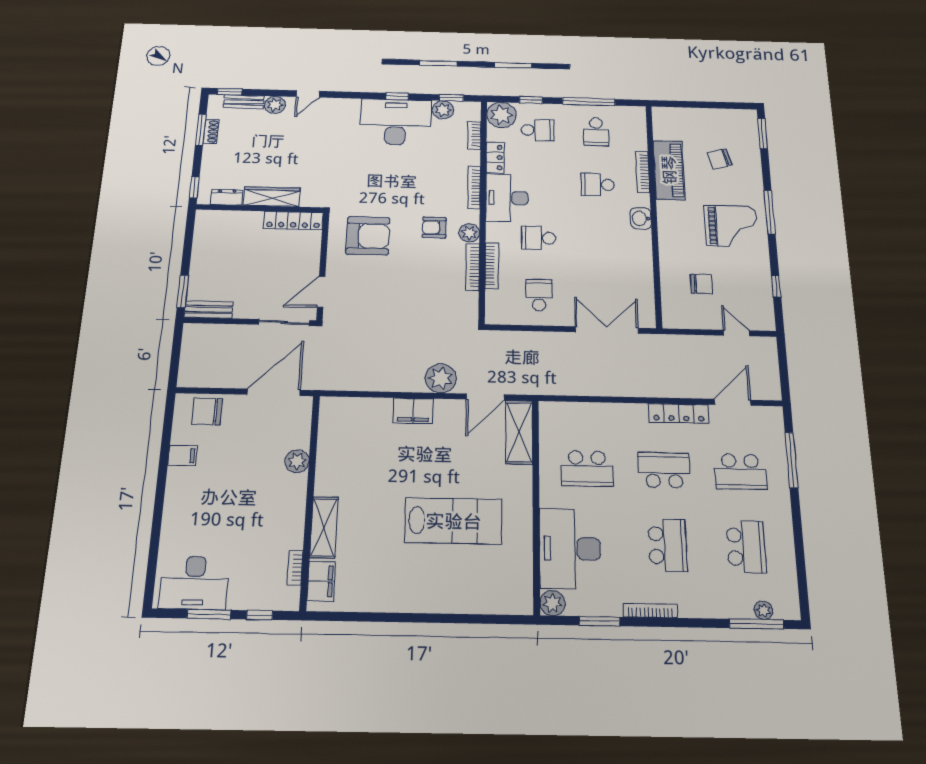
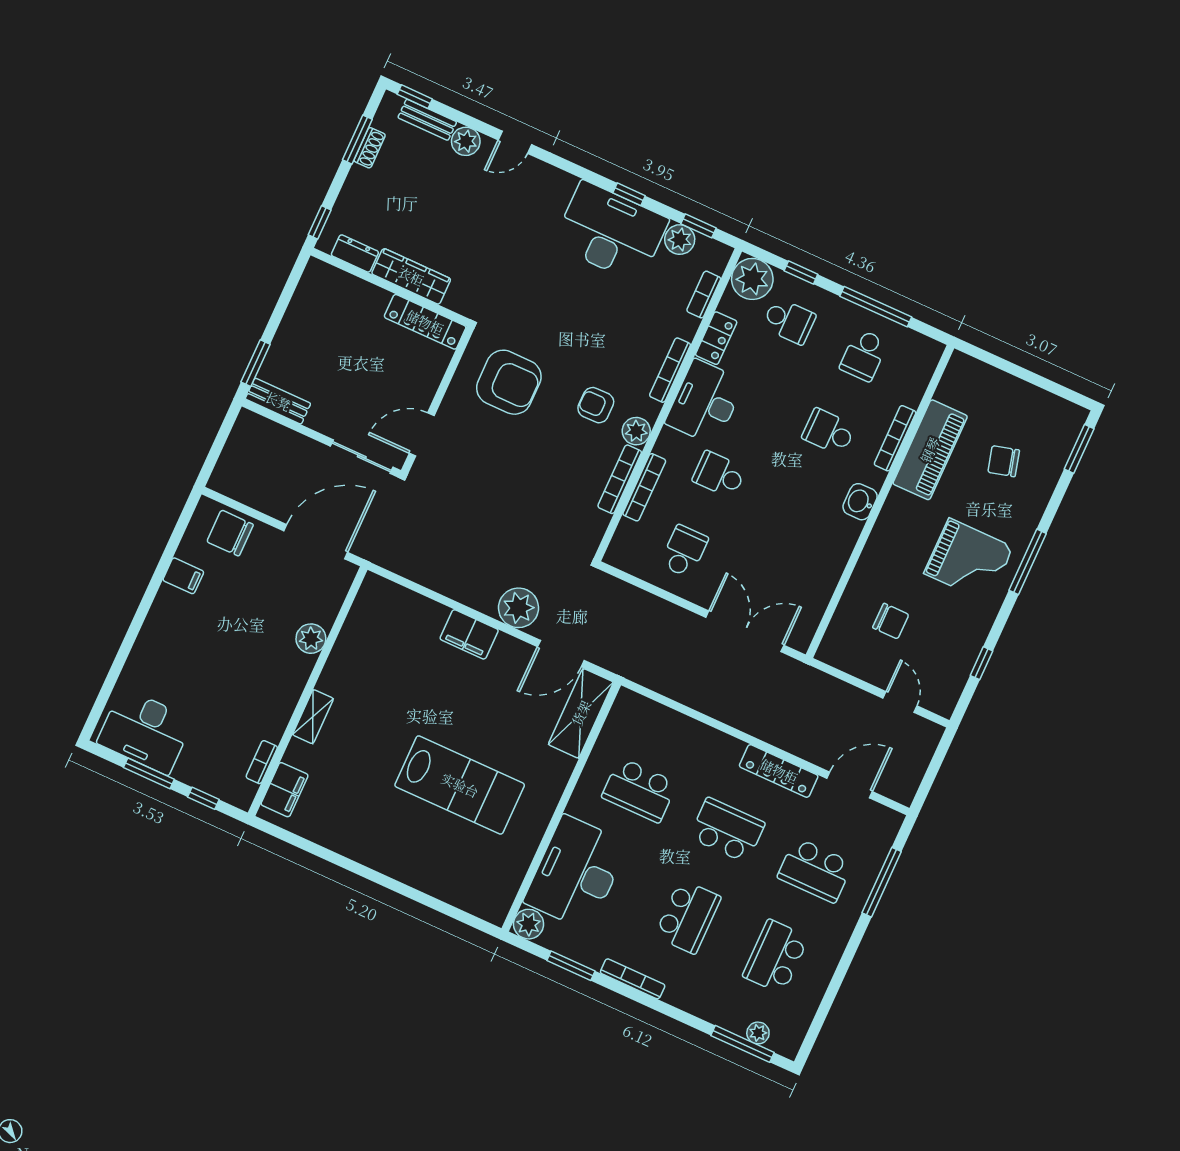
shelving: (324, 527) -> (313, 717), width x0.67, depth x0.75
school desk: (746, 547) -> (776, 957), turned 180

